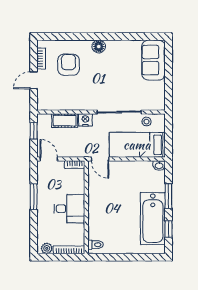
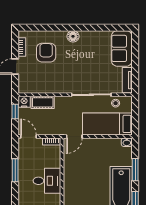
tv unit: (160, 96) -> (127, 80), added
nightstand: (85, 120) -> (24, 102), moved
door: (100, 159) -> (74, 137), hinge flipped

